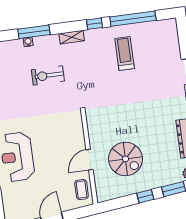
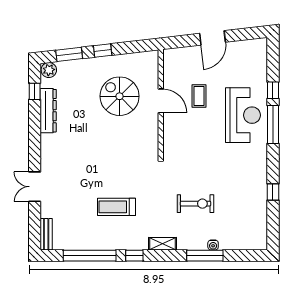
bench: (173, 32) -> (46, 234), added
treadmill: (125, 54) -> (117, 207), moved, turned 90
door: (90, 160) -> (161, 101), hinge flipped
coffee table: (82, 190) -> (199, 96), moved

